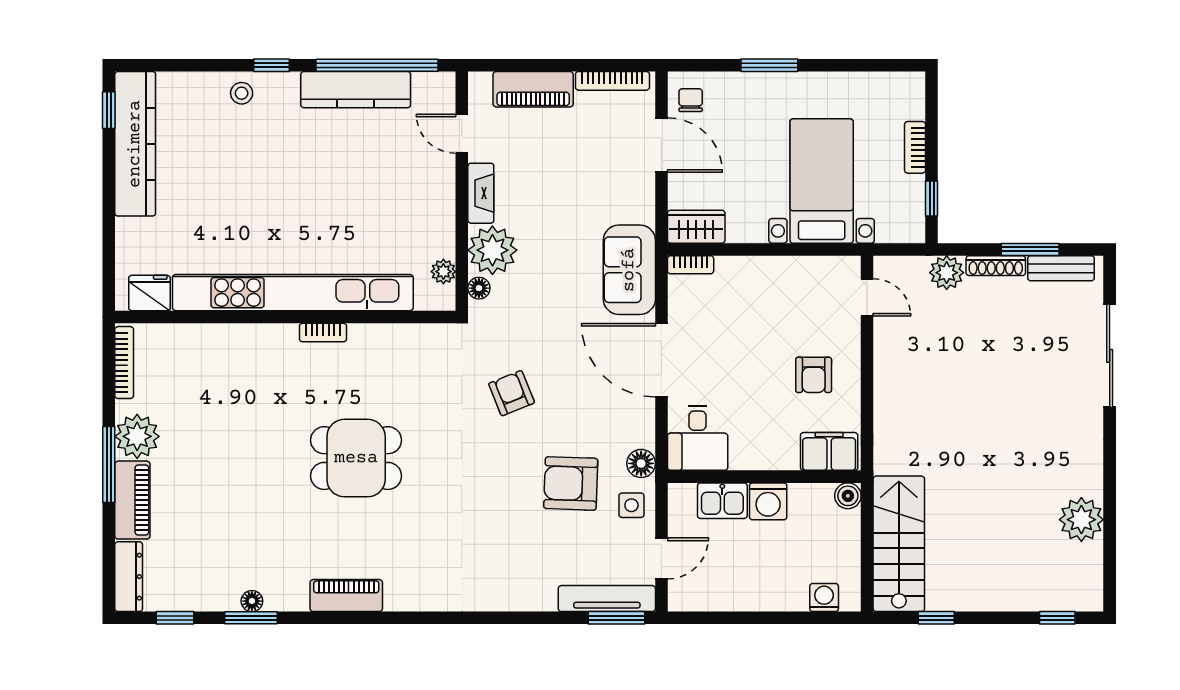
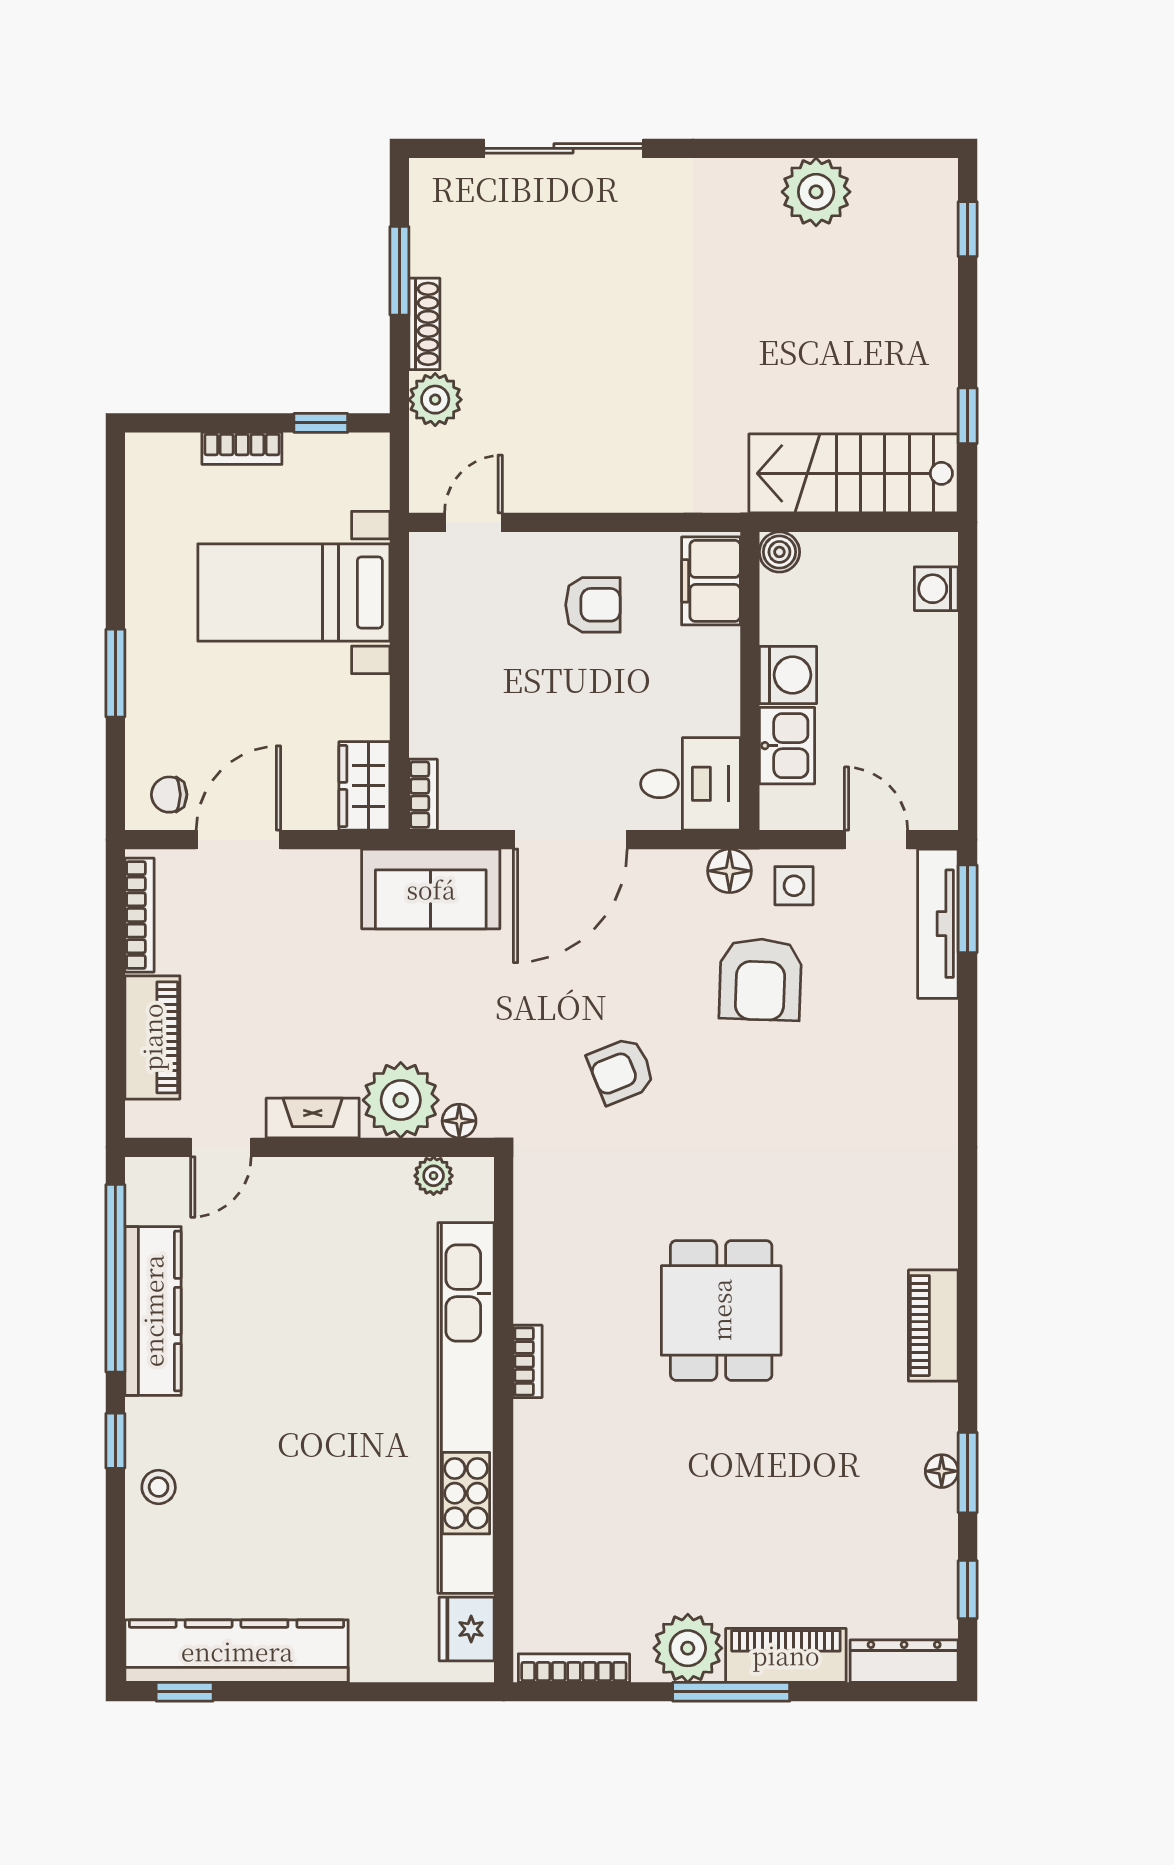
bench: (1061, 268) -> (428, 223), removed

